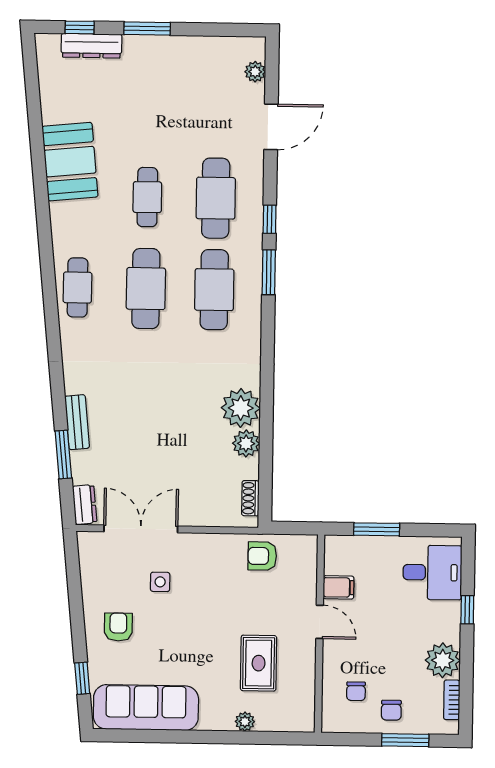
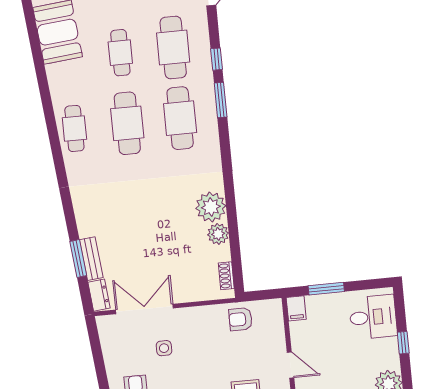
bench: (77, 422) -> (91, 259), moved
filing cabinet: (338, 587) -> (296, 308), moved, turned 90

